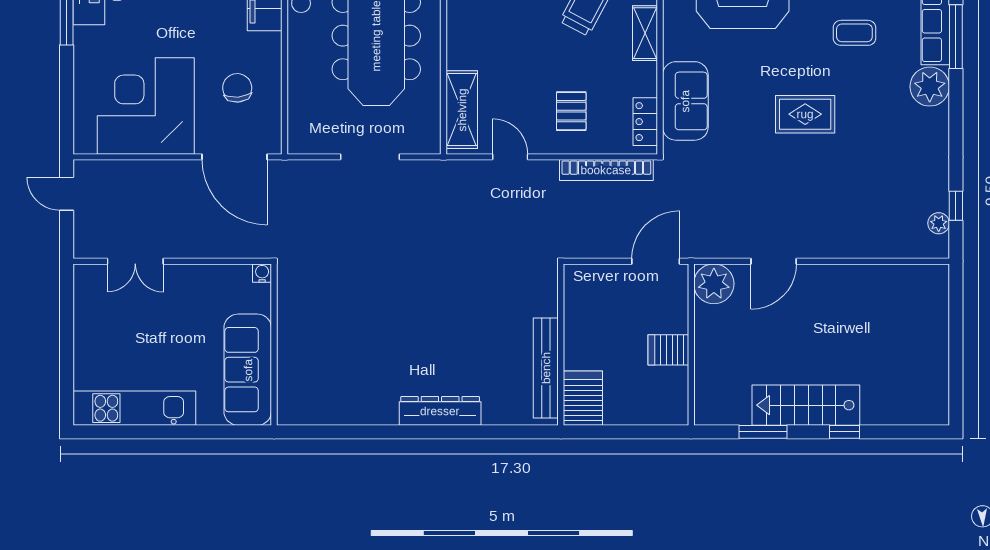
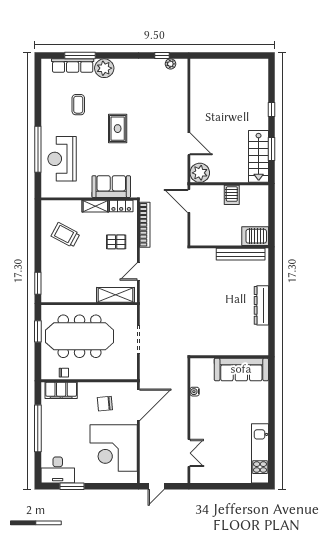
shelving: (645, 33) -> (95, 206), moved
wall: (274, 345) -> (229, 357), moved
sofa: (248, 370) -> (241, 369), moved
stairs: (806, 405) -> (259, 156), moved

